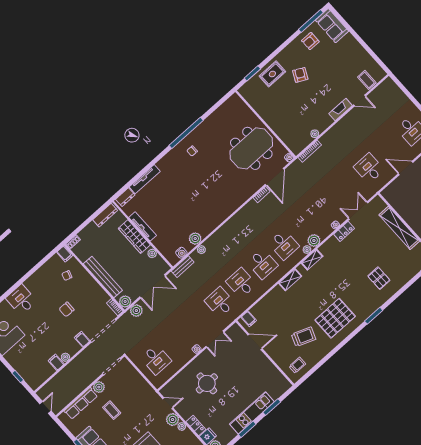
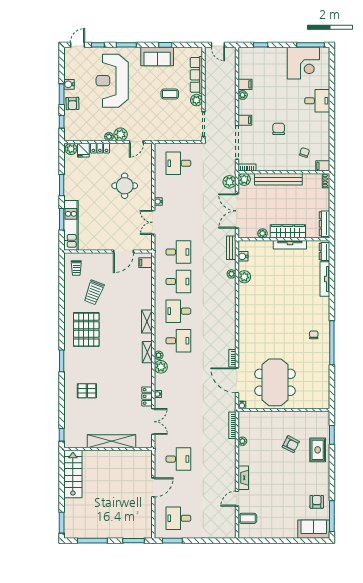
armchair: (300, 75) -> (291, 444), moved
desk: (284, 245) -> (178, 341), turned 180
kitchen unit: (252, 413) -> (71, 225), moved

